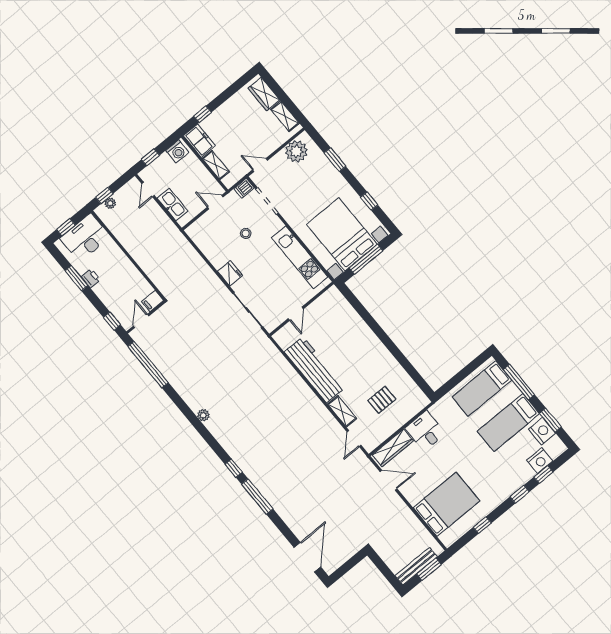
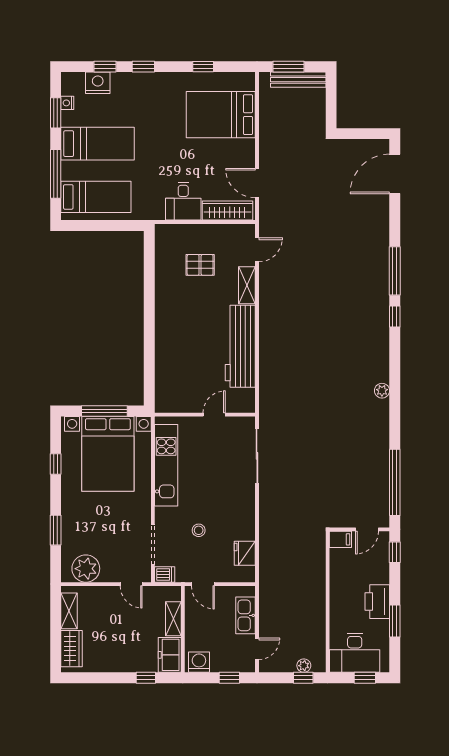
fridge: (230, 273) -> (245, 553), moved
printer: (91, 278) -> (377, 602), width x1.87, depth x1.48
nightstand: (542, 431) -> (67, 103), width x0.53, depth x0.56

